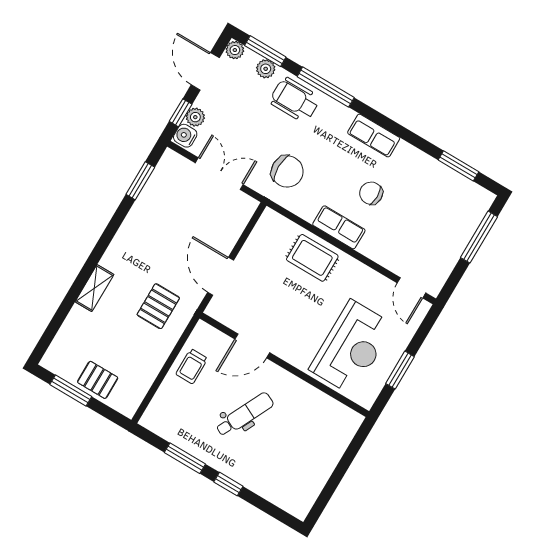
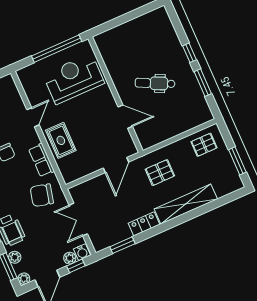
chair: (287, 171) -> (42, 195), turned -76
locker: (132, 227) -> (144, 224), added
row of seats: (339, 227) -> (41, 160), moved
shelving: (94, 288) -> (186, 204), width x2.20, depth x1.33
door: (411, 288) -> (33, 117), moved
trolley: (192, 366) -> (165, 128), removed
window: (400, 370) -> (57, 49), width x2.11
pallet: (98, 380) -> (204, 145), moved, turned 90

